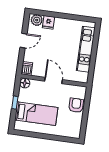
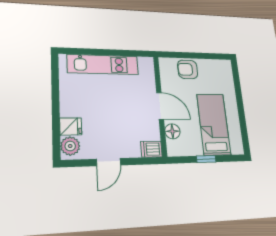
door: (23, 41) -> (109, 162), swing flipped
door: (54, 80) -> (160, 106), swing flipped
floor lamp: (25, 83) -> (172, 131), moved

